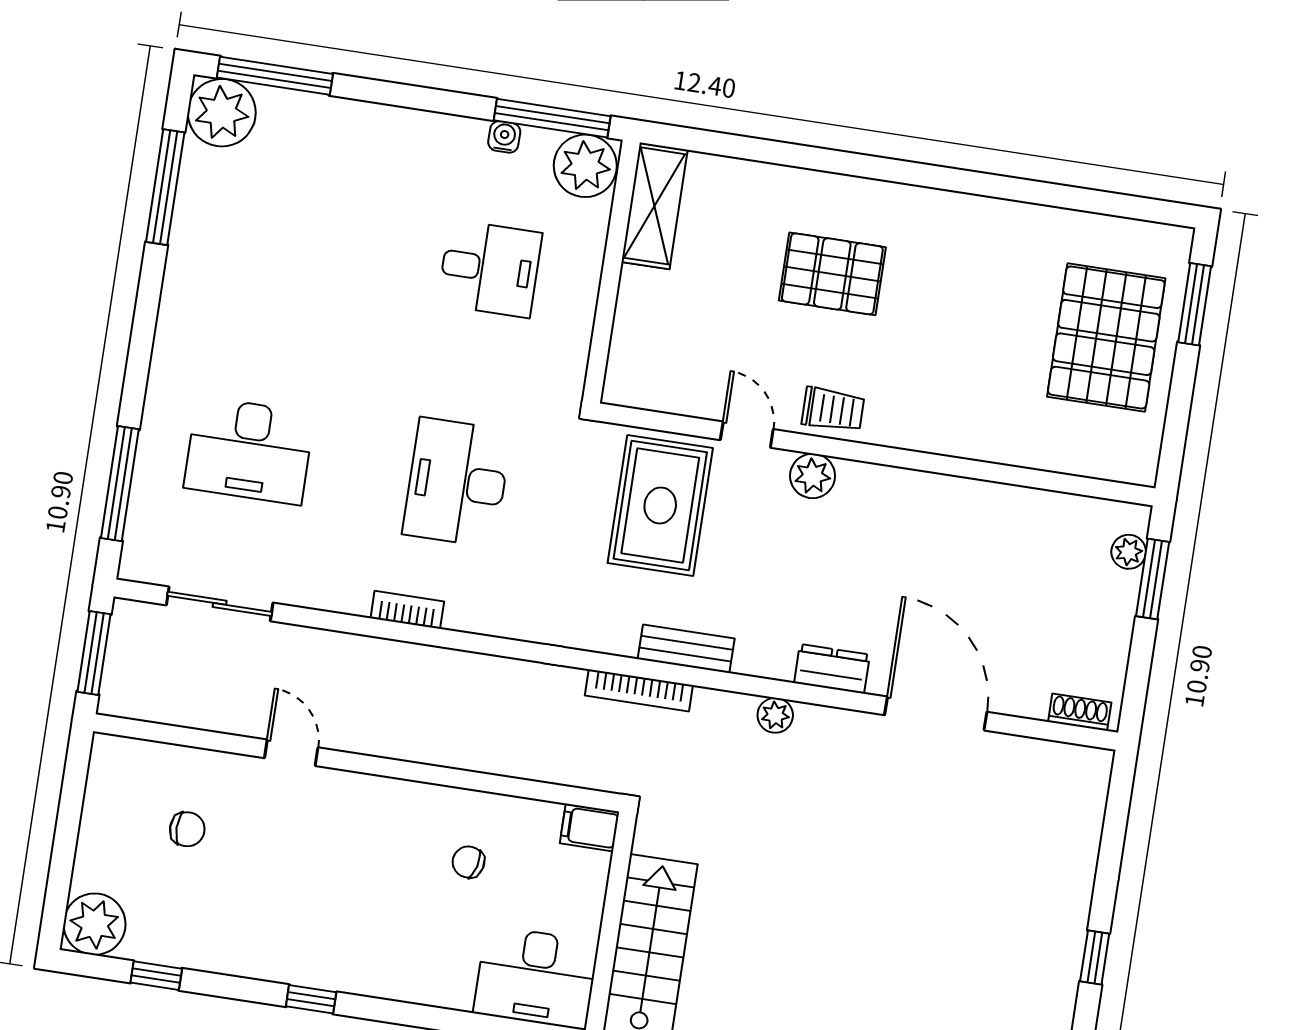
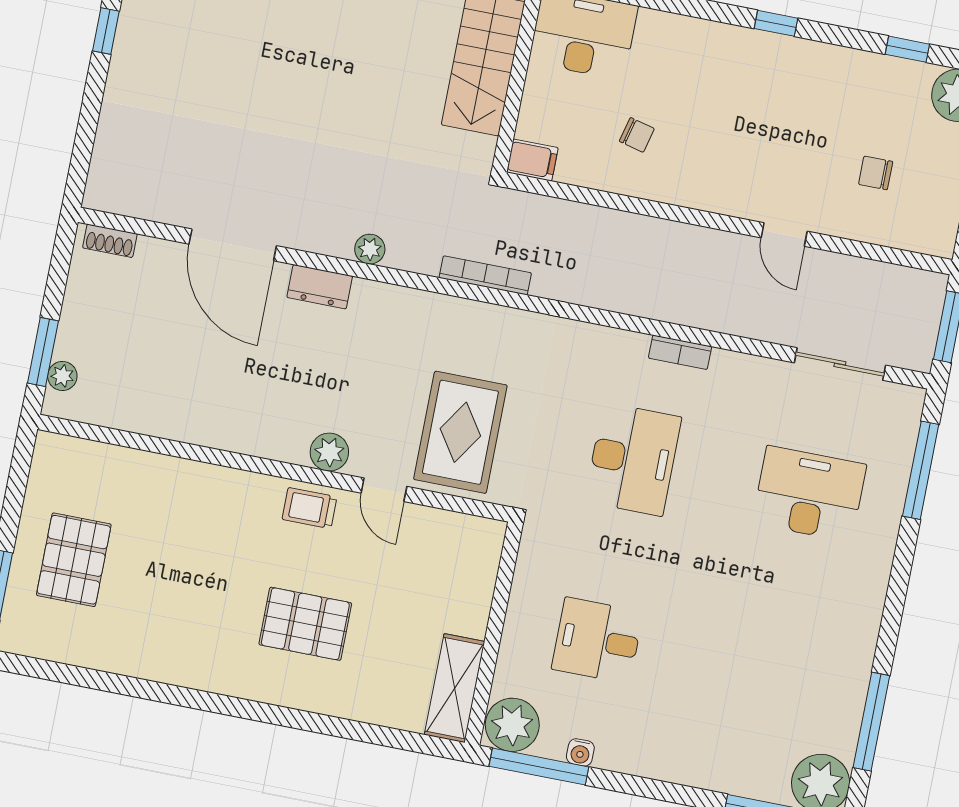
pallet: (1106, 337) -> (74, 560), width x0.73, depth x0.71
bench: (686, 649) -> (443, 309), removed

